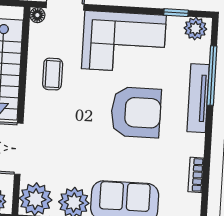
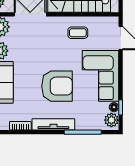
floor lamp: (37, 15) -> (114, 107), moved
tv unit: (198, 98) -> (53, 124), moved
armchair: (136, 112) -> (57, 86), turned -90

